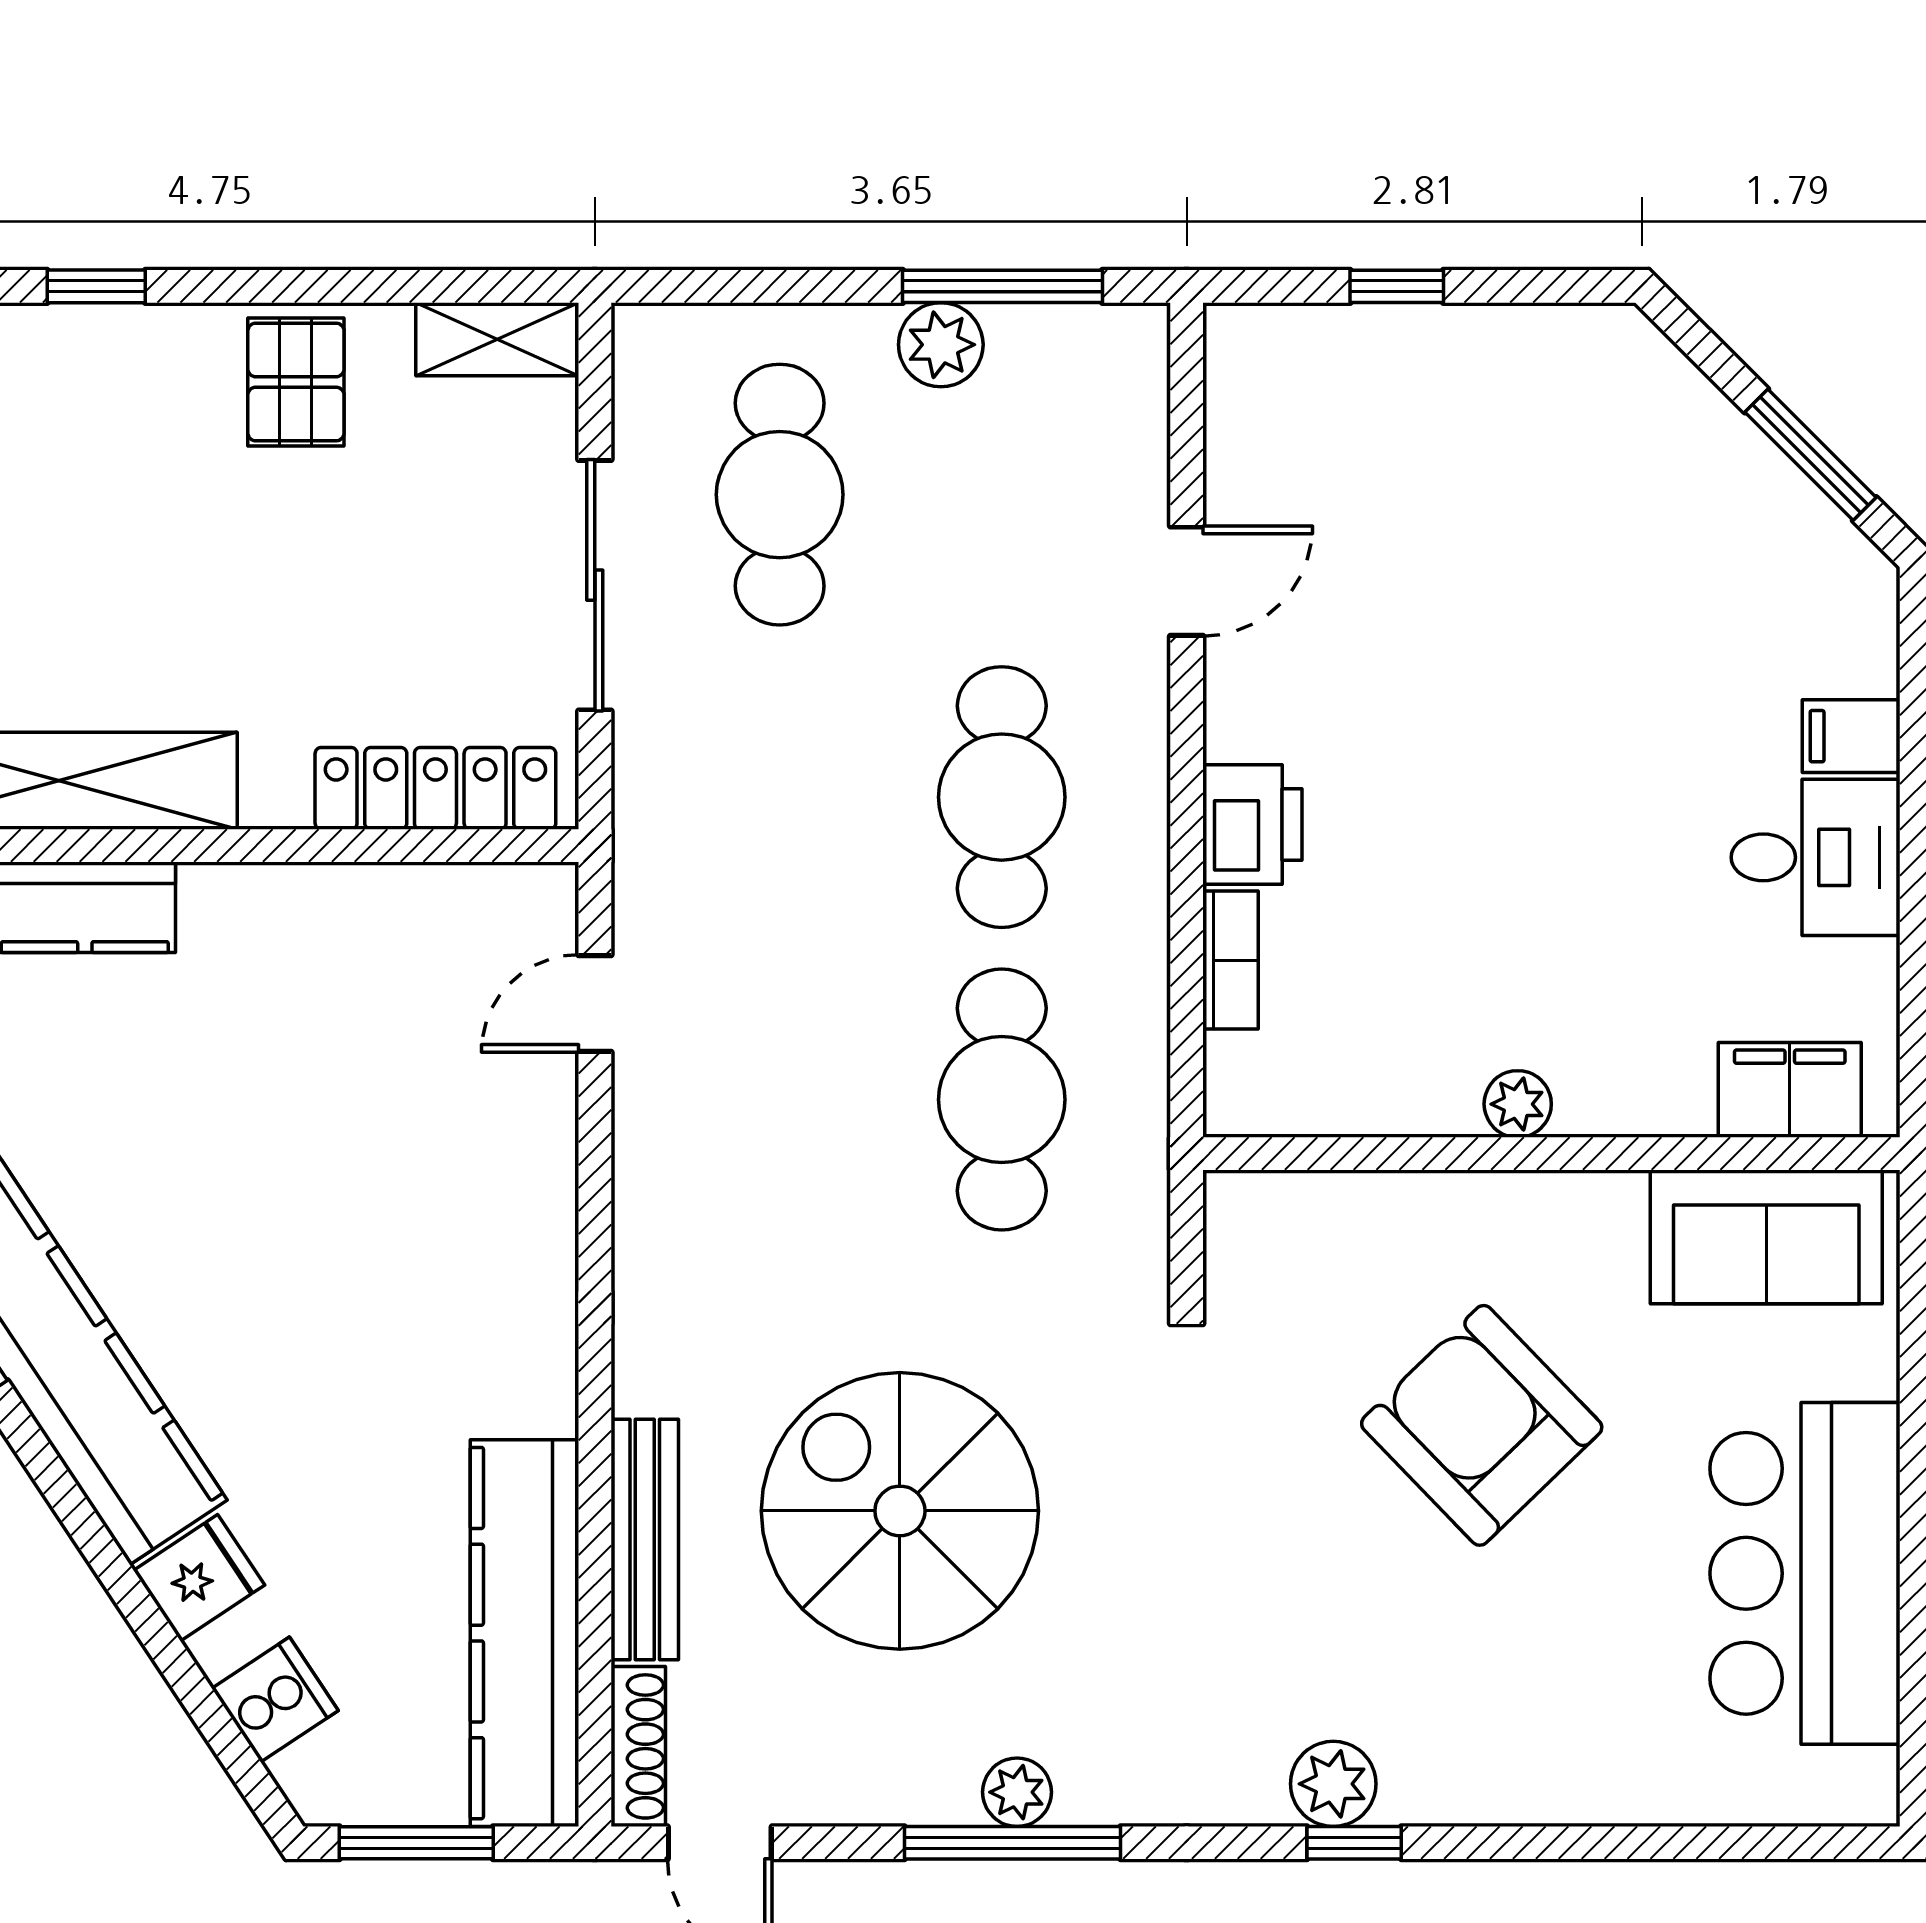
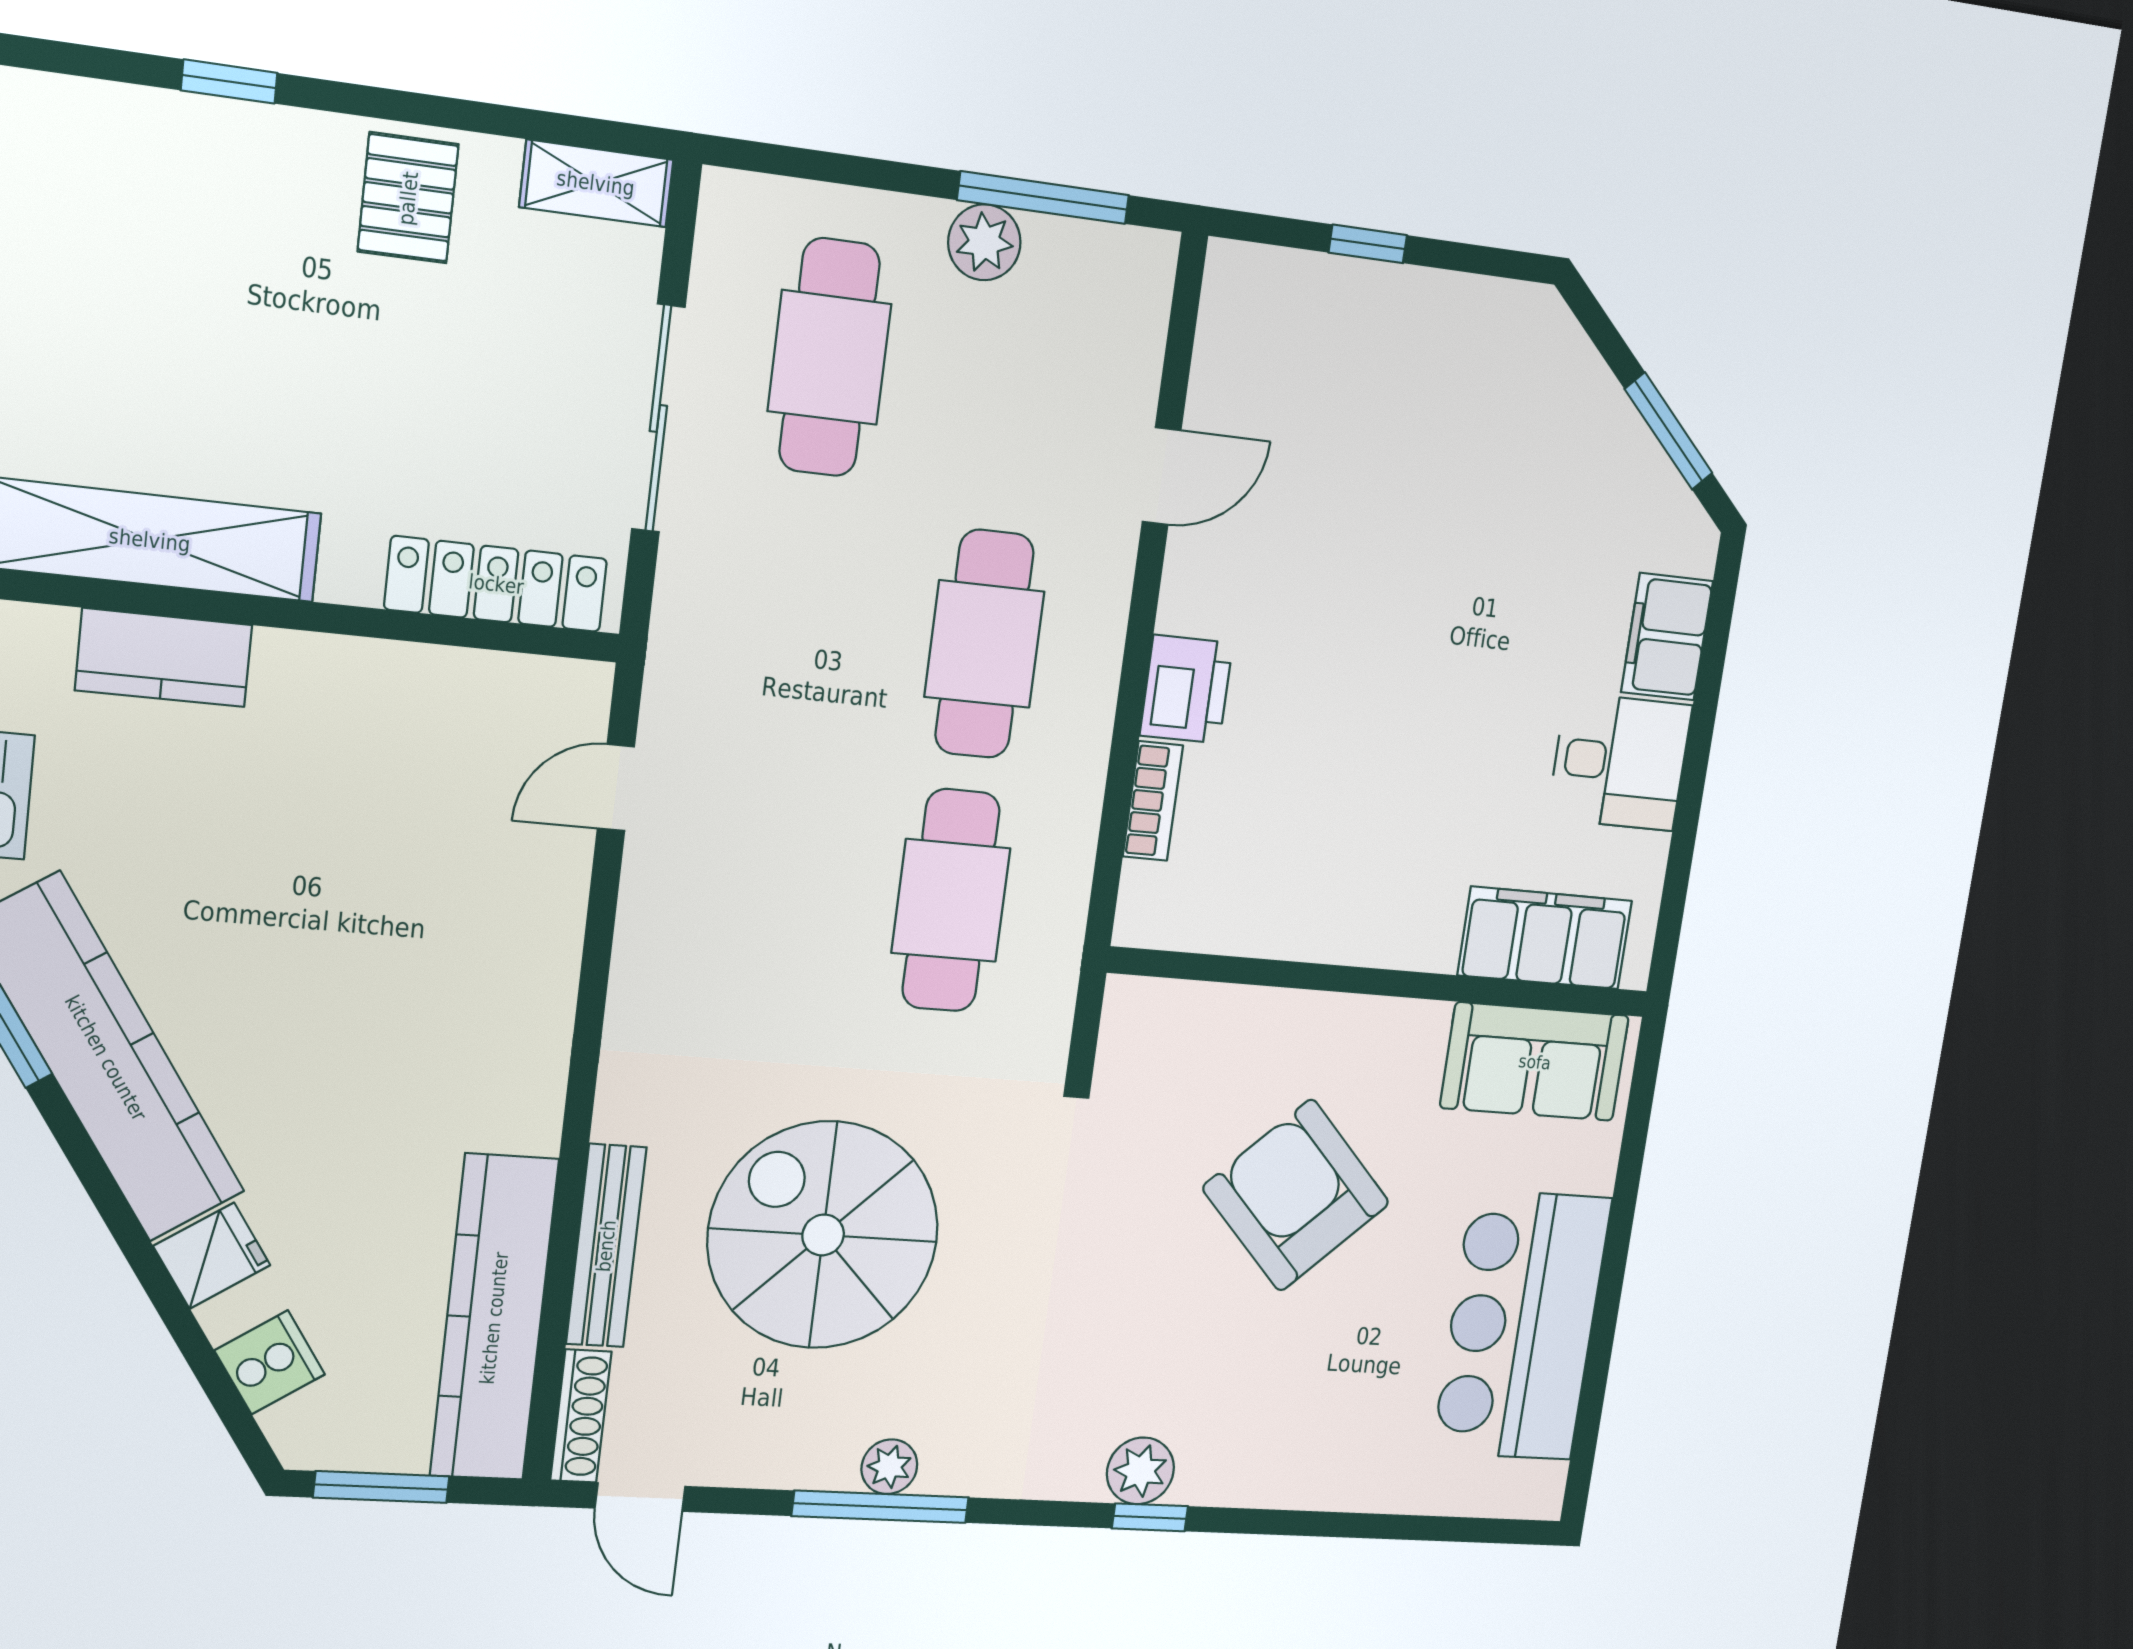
filing cabinet: (1851, 736) -> (1667, 637), width x2.00
filing cabinet: (1790, 1090) -> (1545, 938), width x1.50, depth x1.17
plant: (1518, 1104) -> (1362, 940), removed

